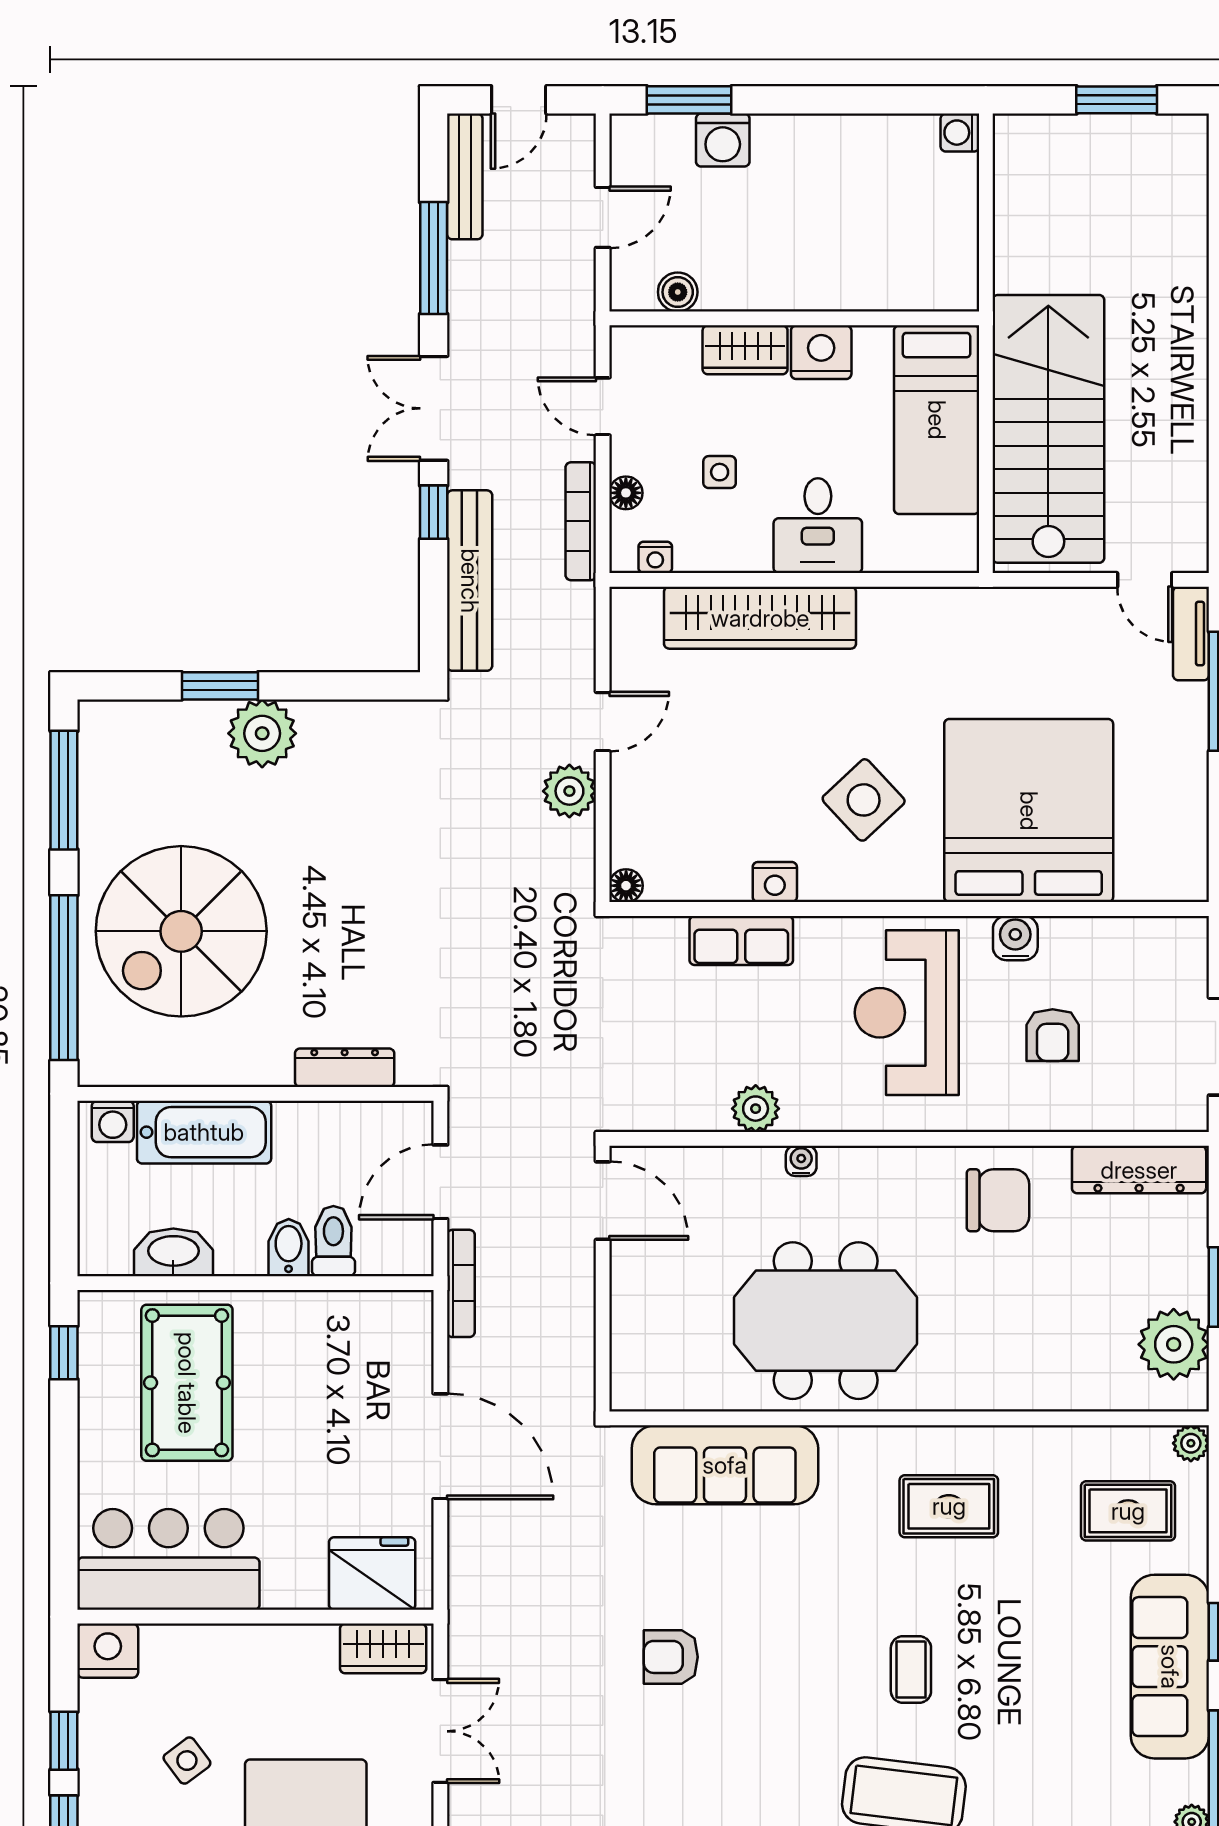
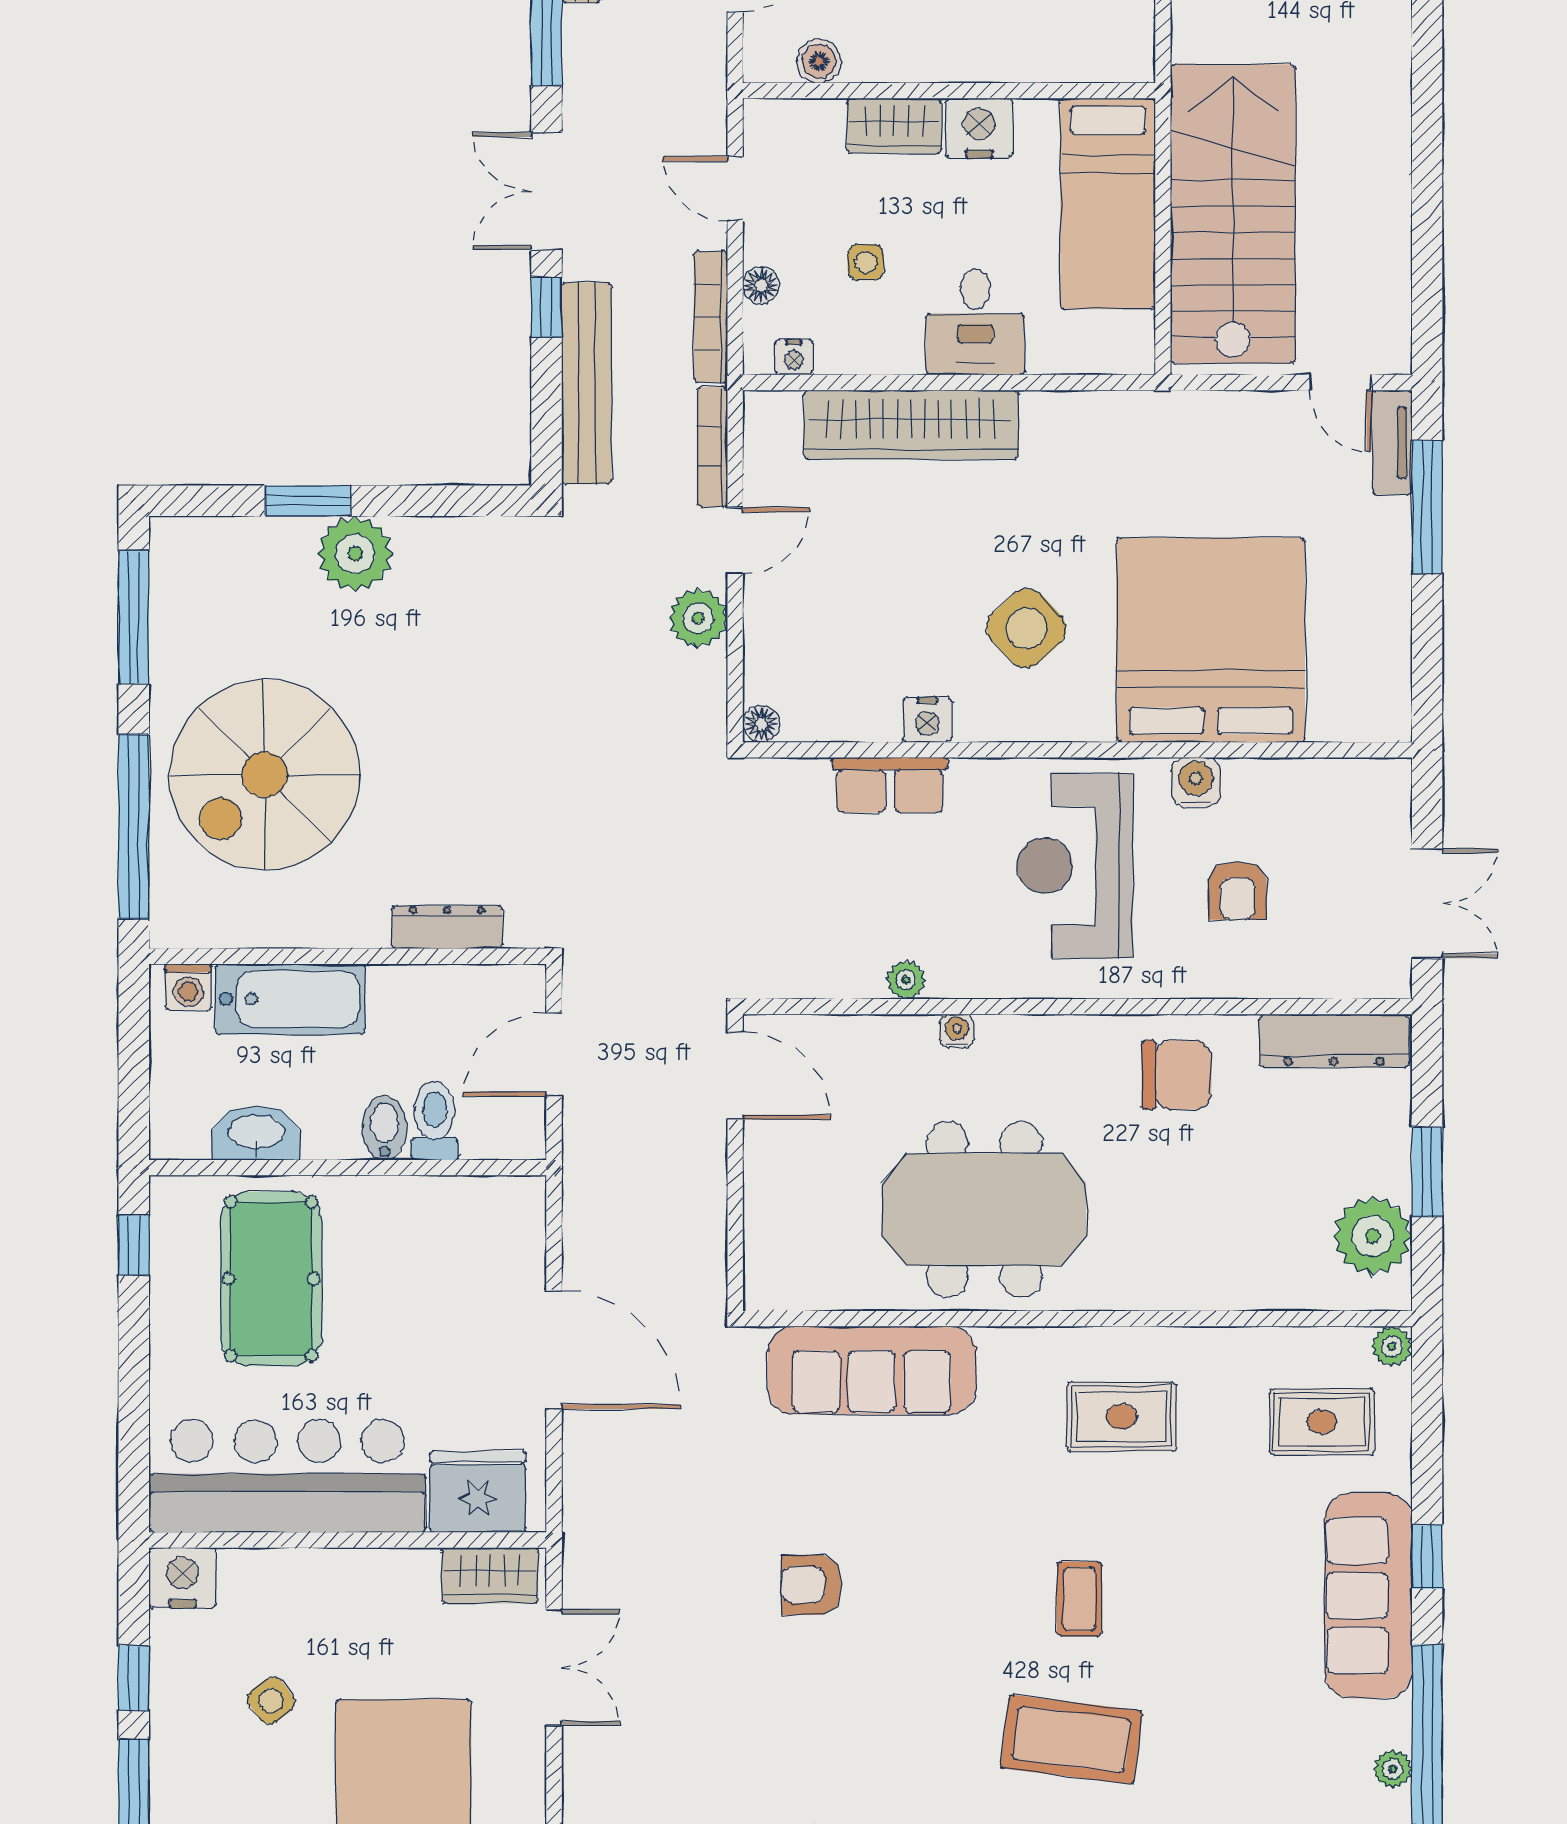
plant: (756, 1109) -> (906, 980), width x0.73, depth x0.73
bookcase: (461, 1283) -> (712, 447), moved, turned 180
bar counter: (168, 1559) -> (287, 1476), width x1.36

